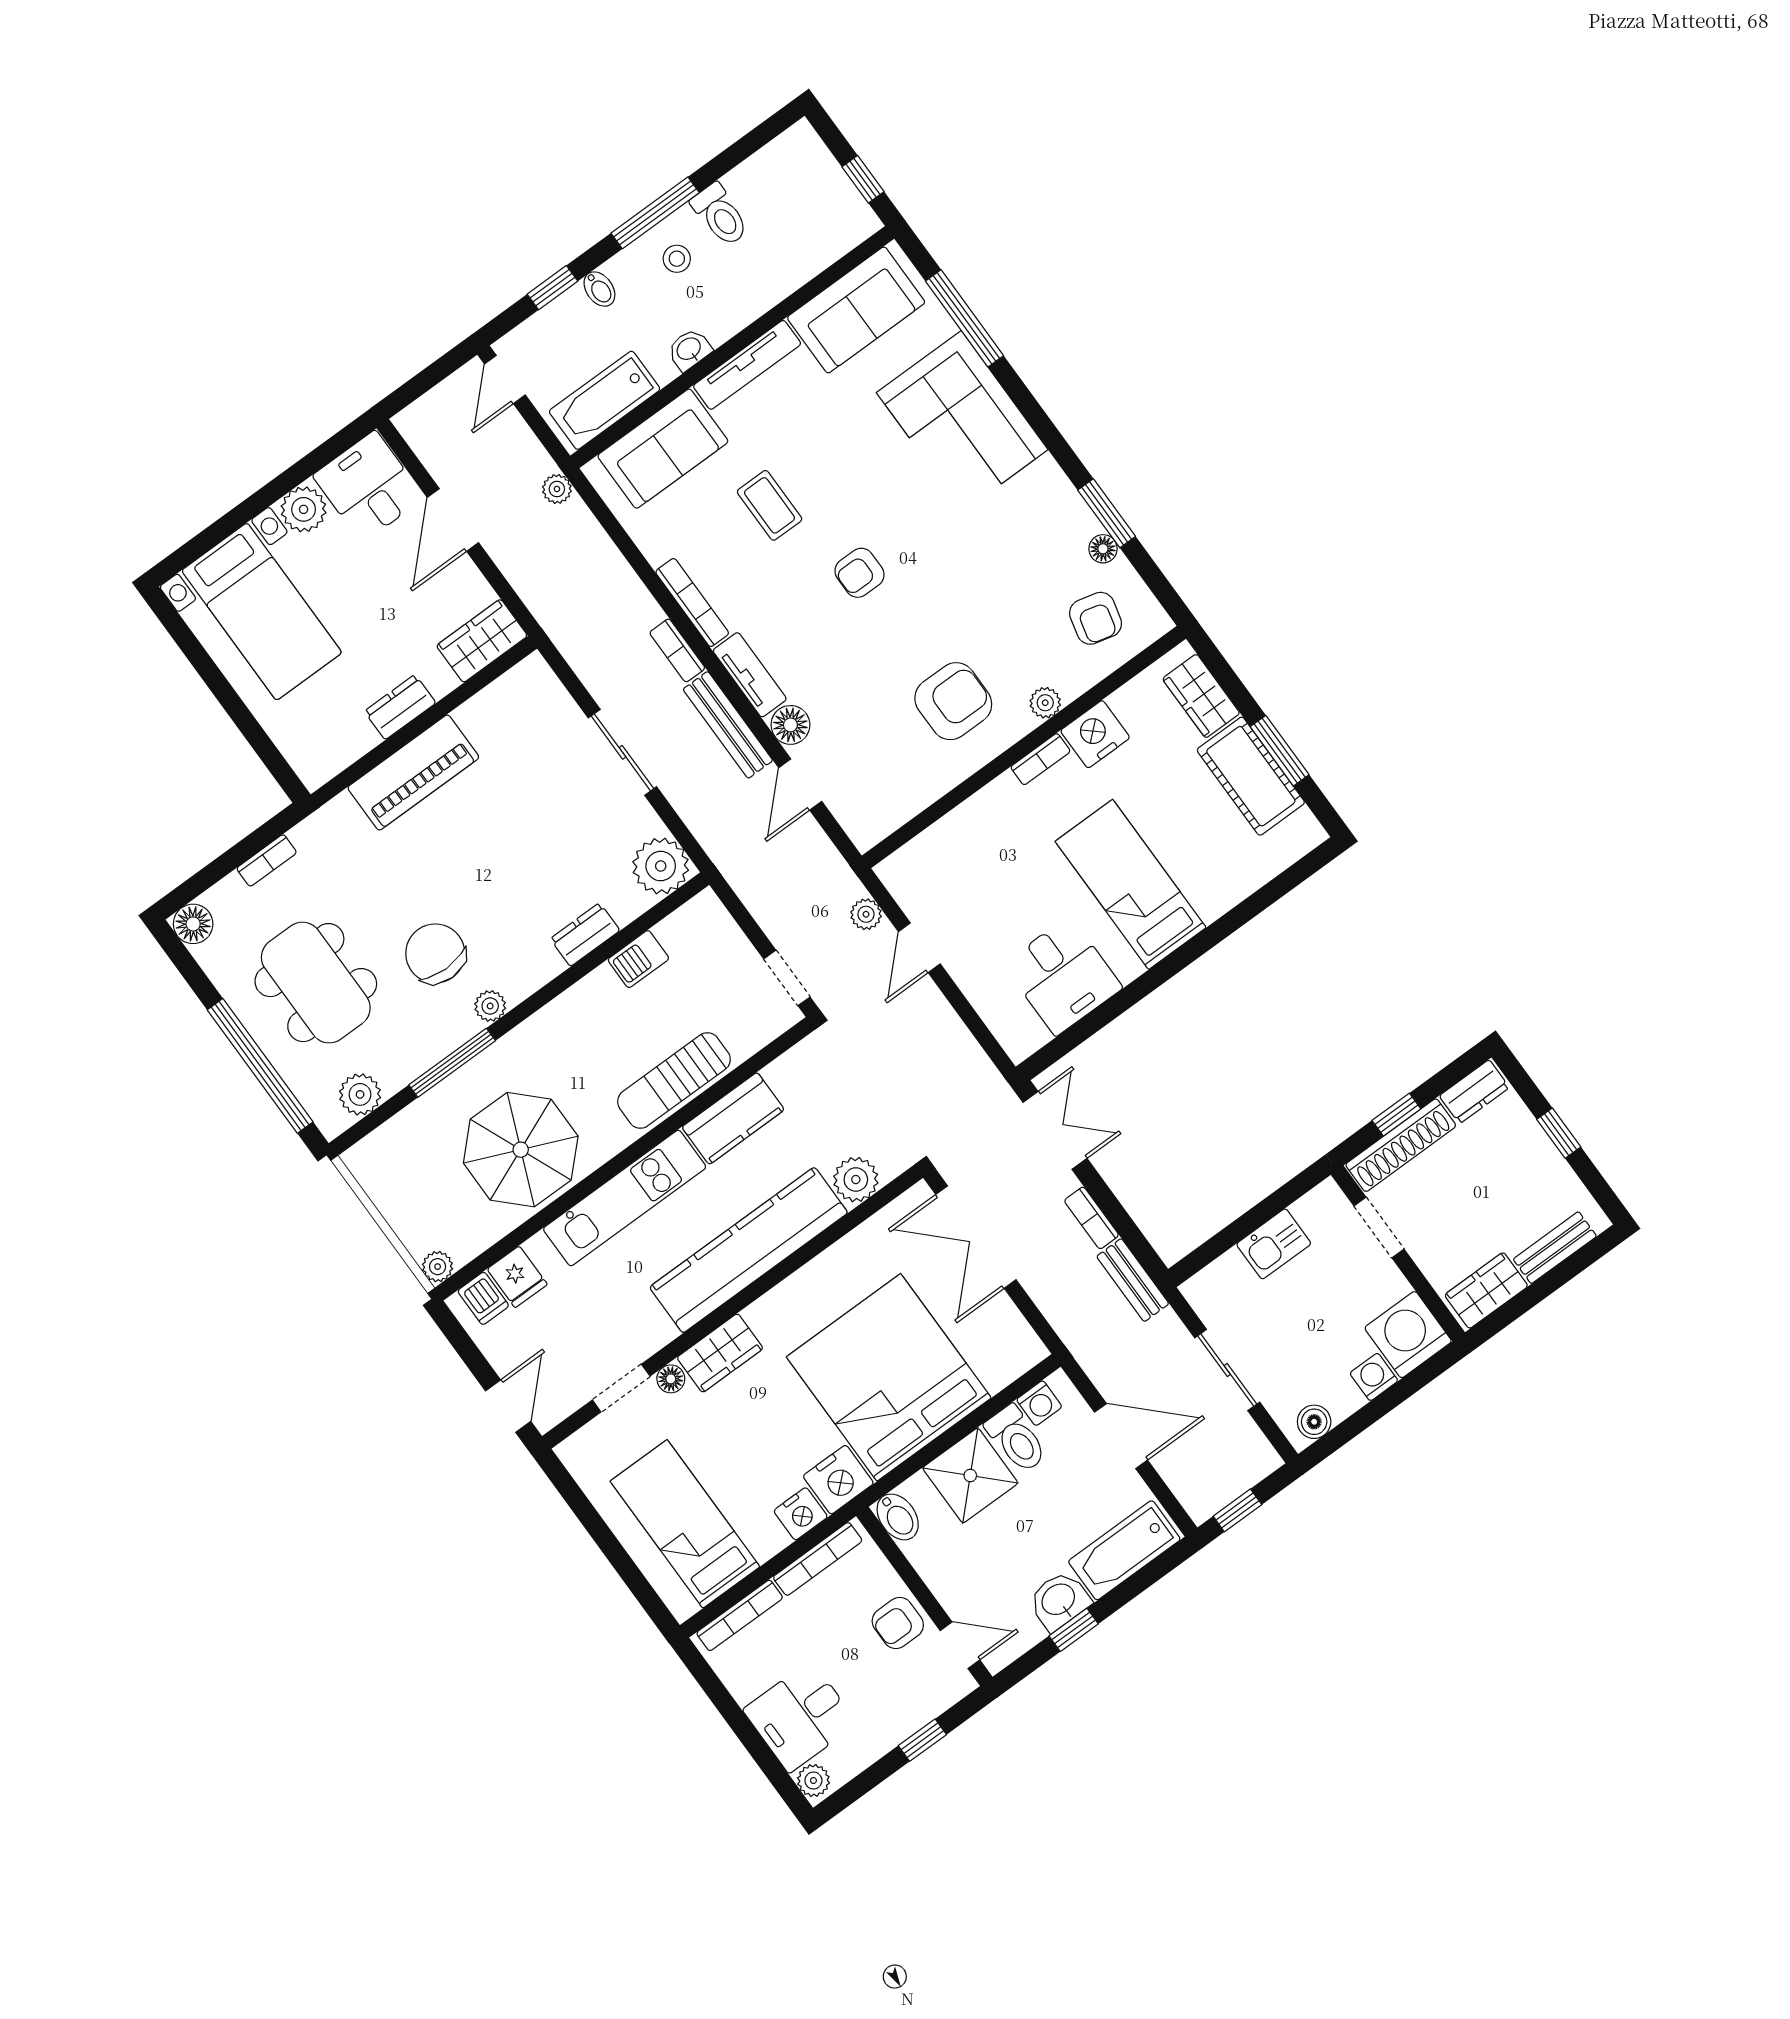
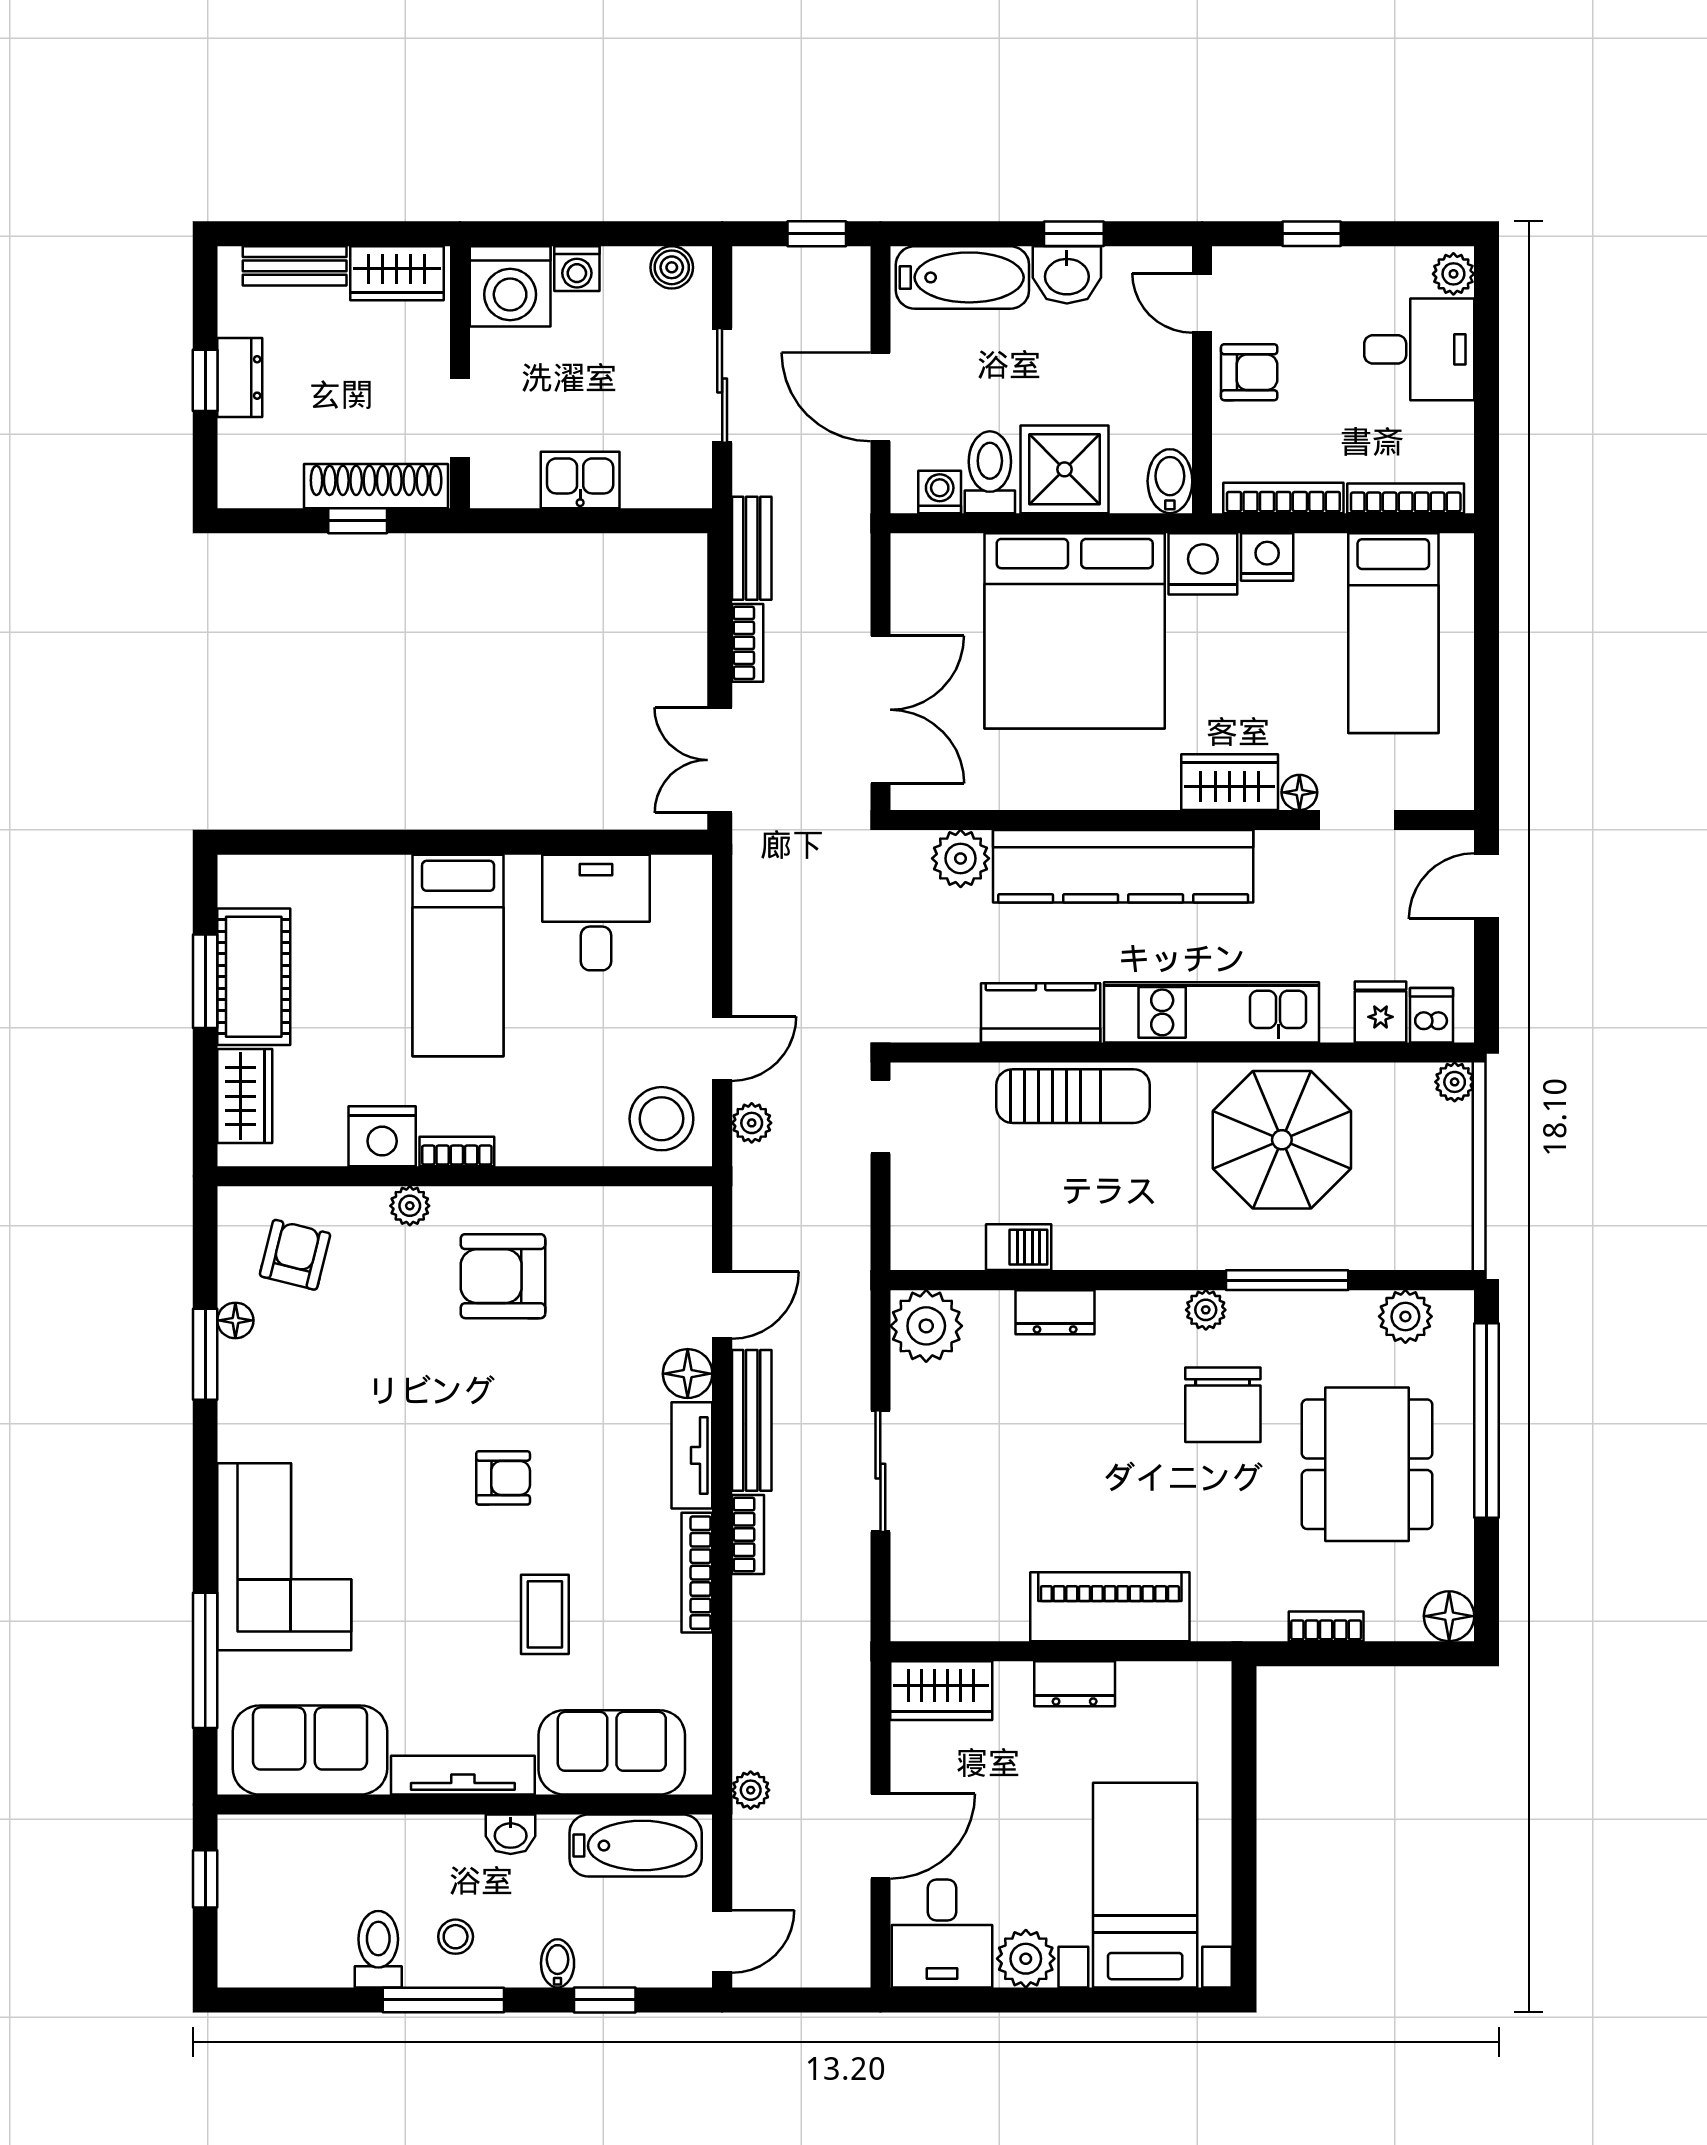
stool: (925, 875) -> (661, 1119), added
dresser: (1474, 1092) -> (240, 377), moved, turned 90

